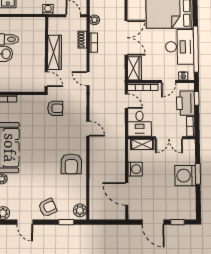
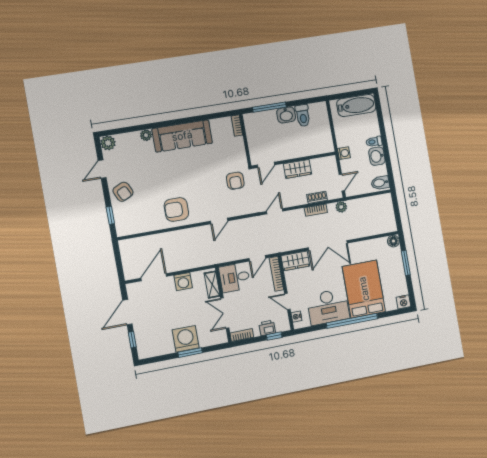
window: (196, 49) -> (352, 321), moved
wardrobe: (55, 52) -> (297, 169), width x0.67
printer: (186, 103) -> (267, 328), width x0.53, depth x0.68
plant: (80, 210) -> (126, 228), removed

